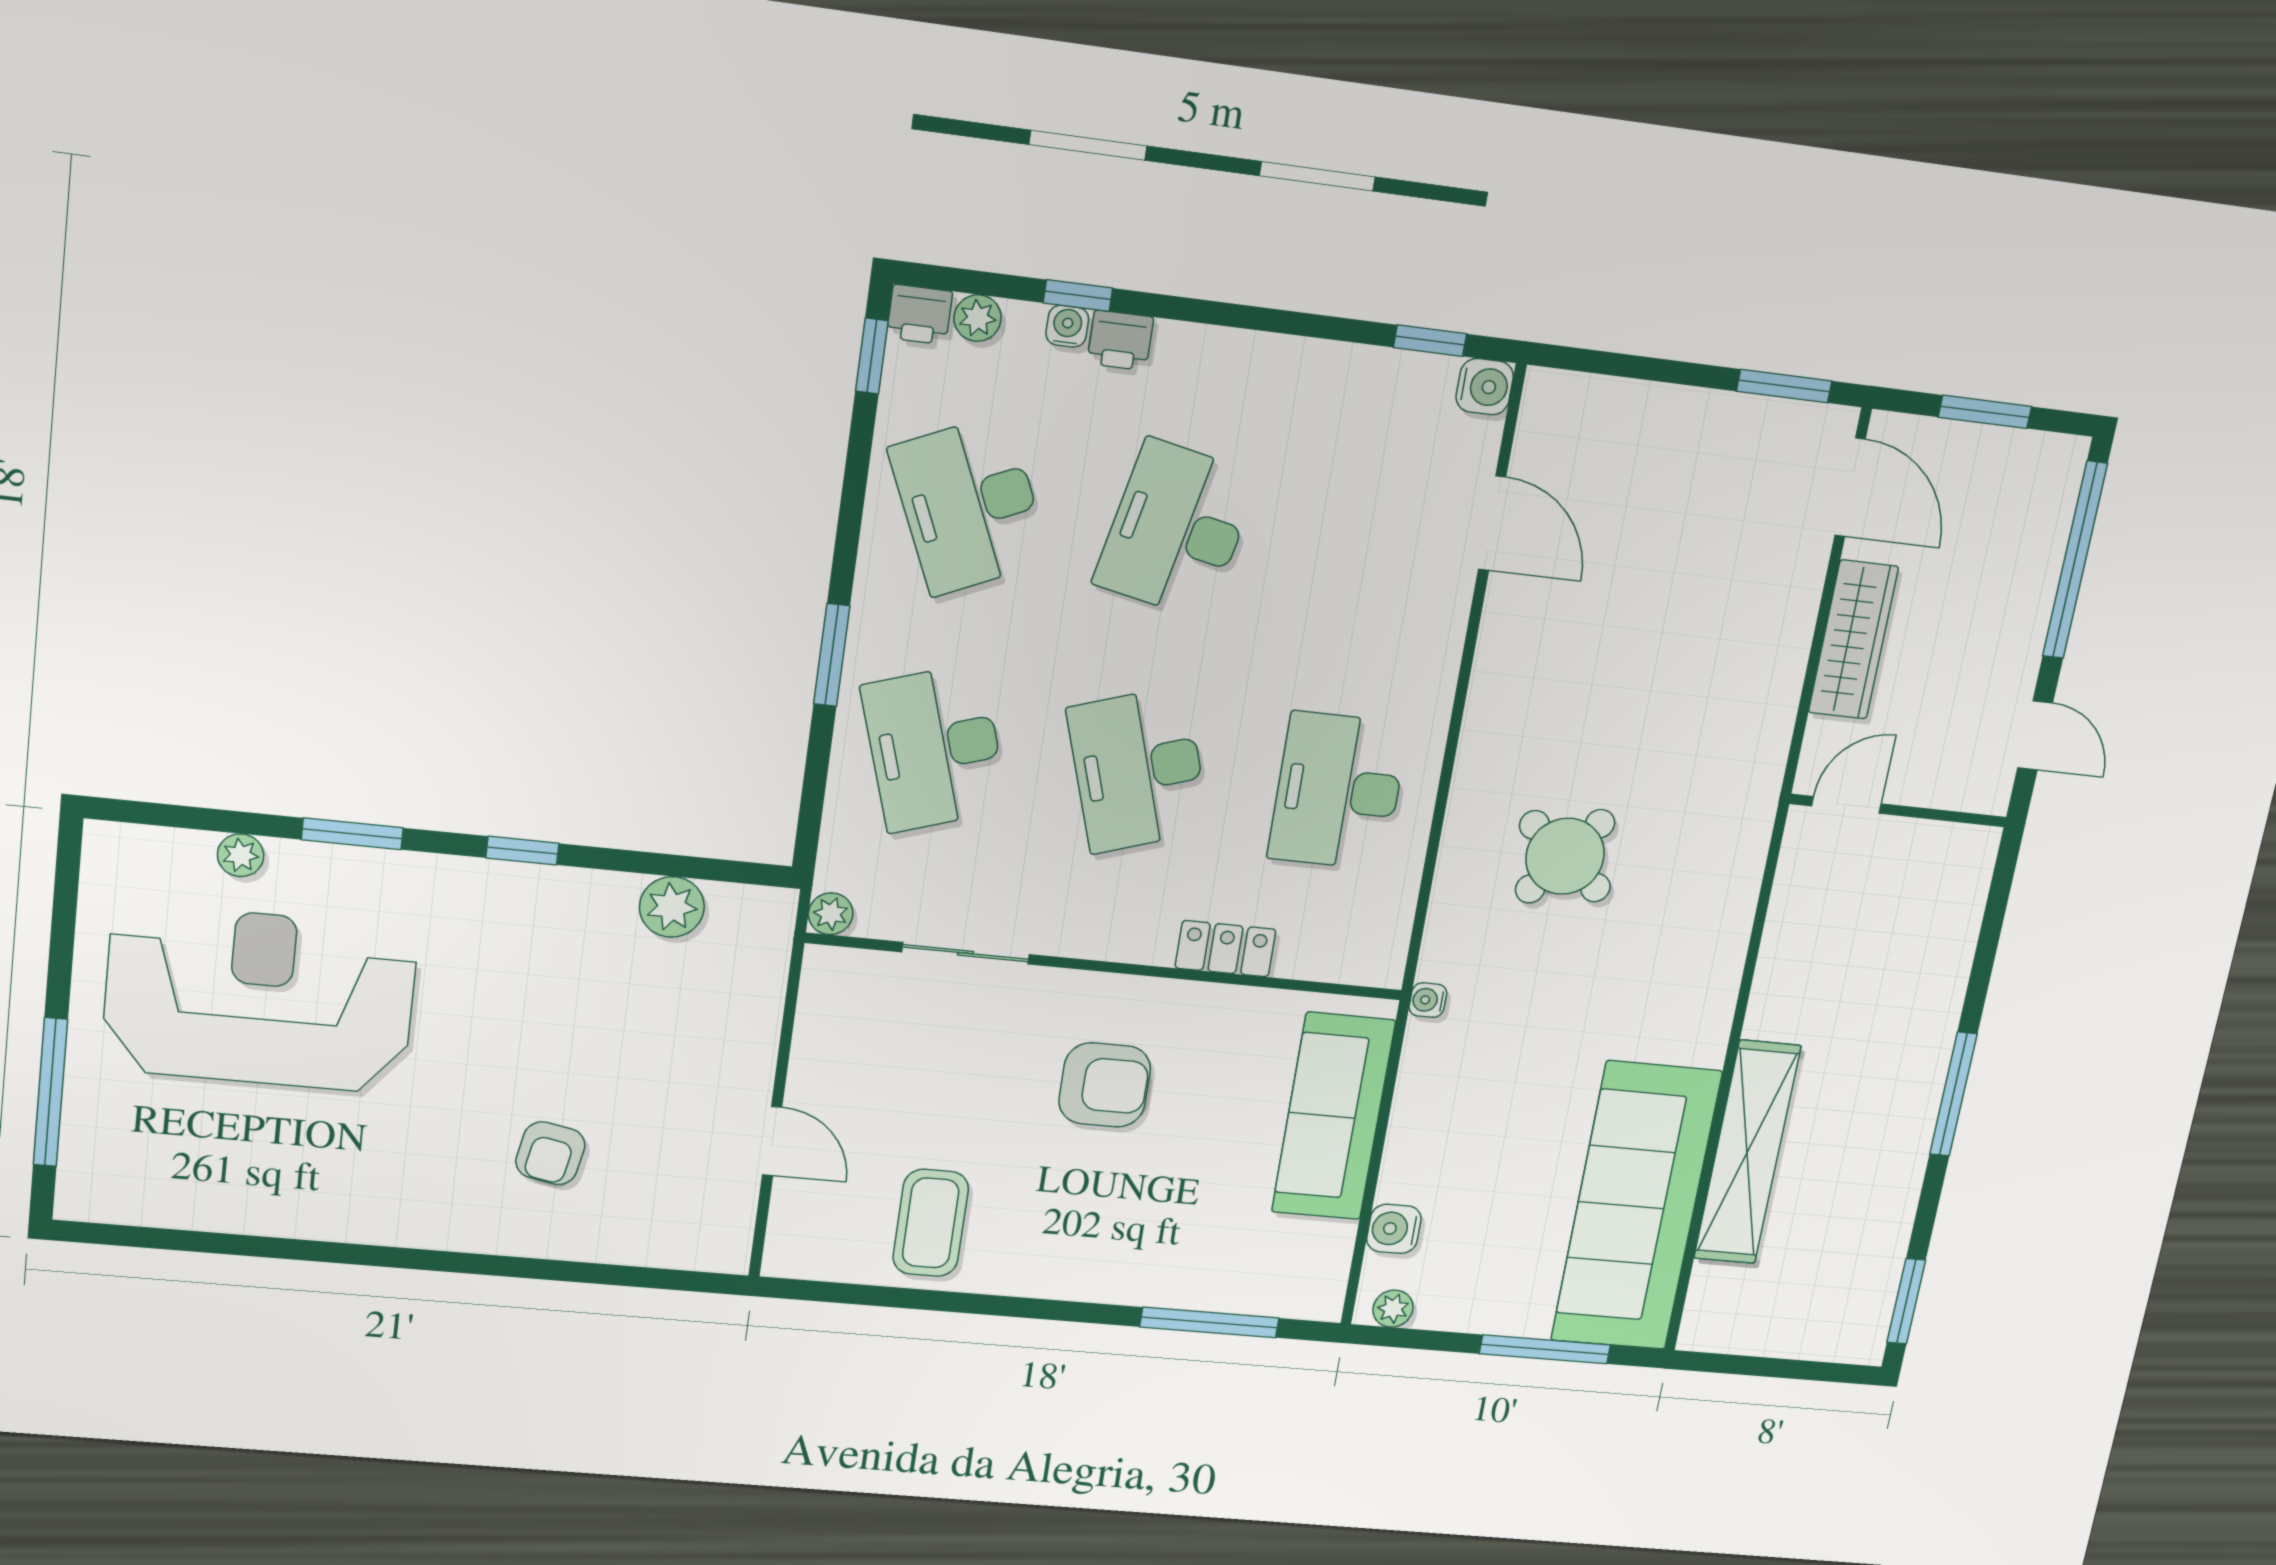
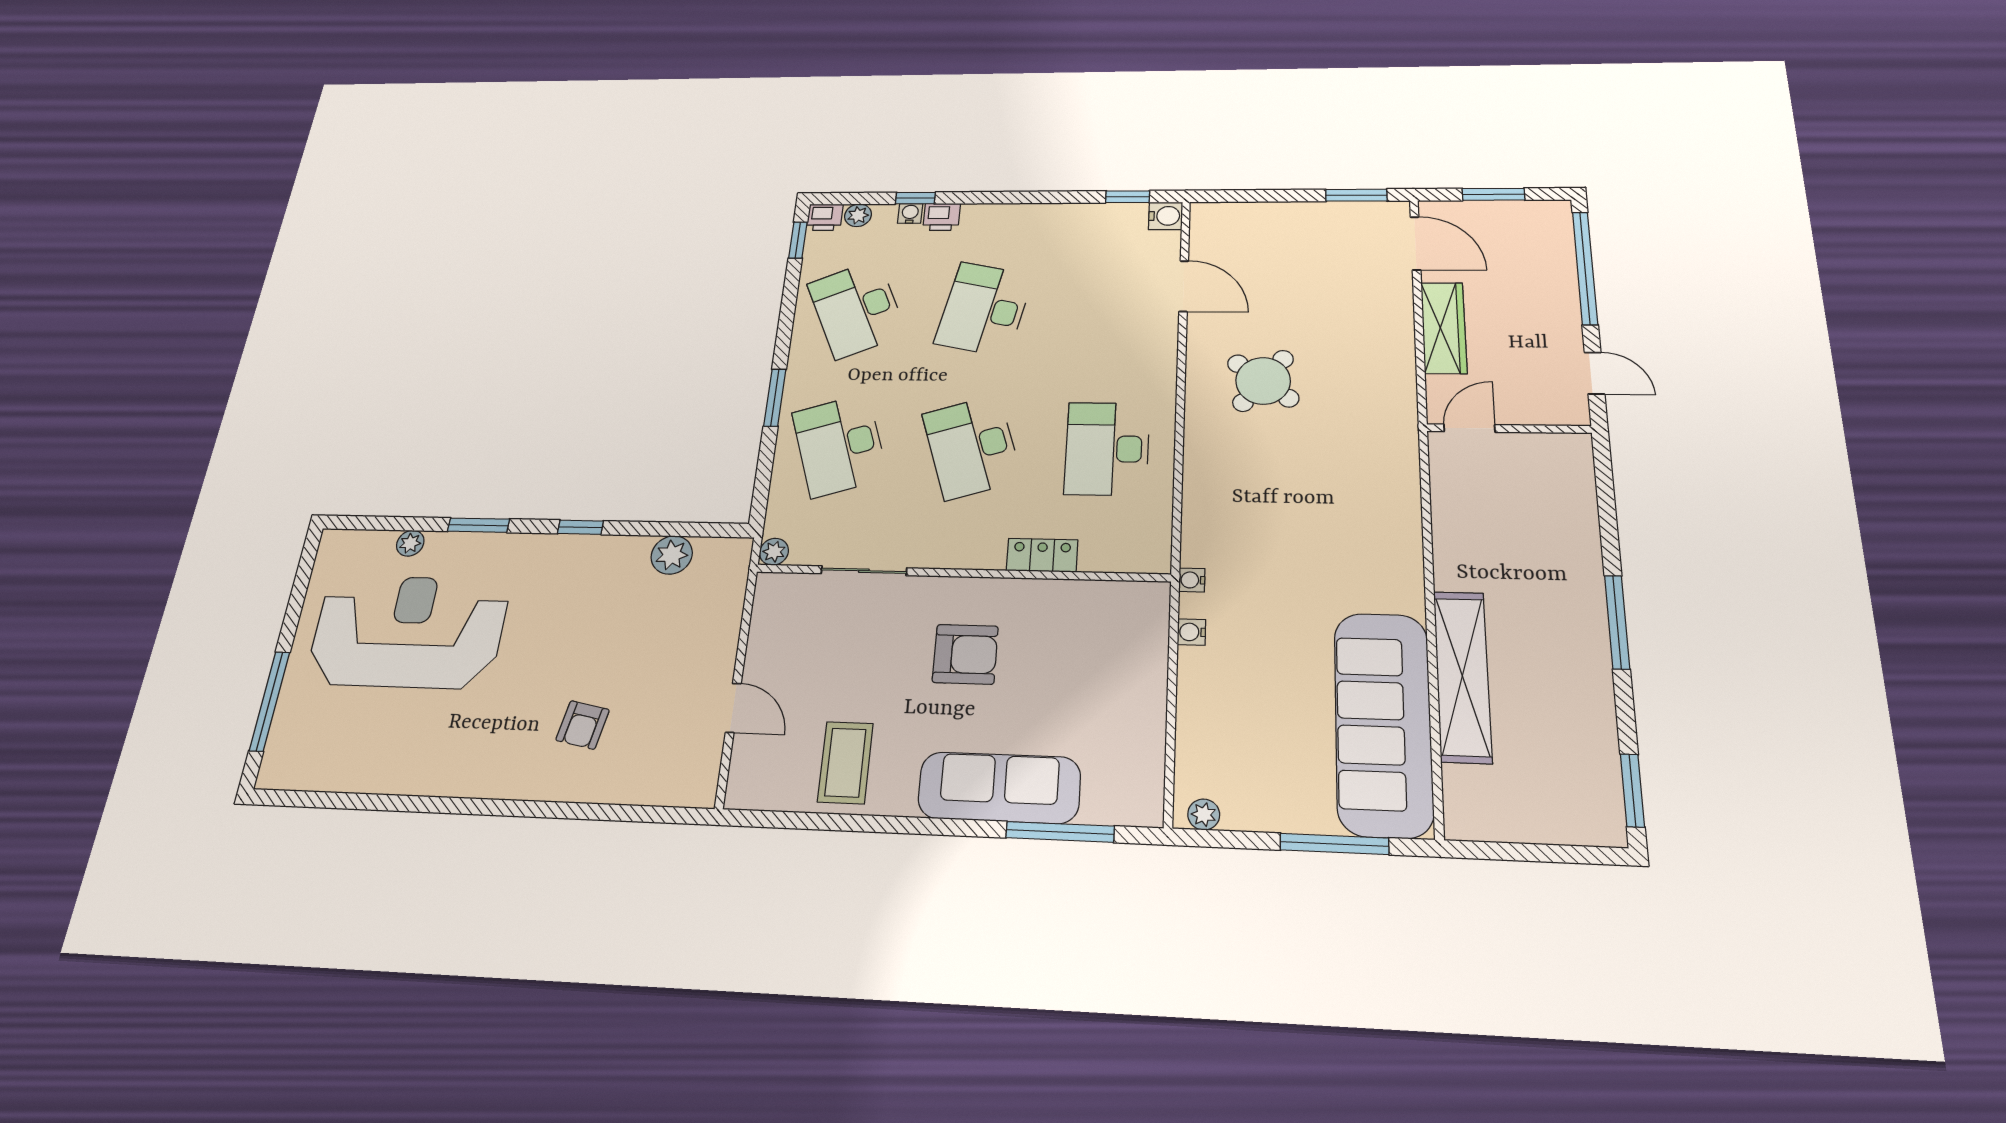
round table: (1565, 856) -> (1263, 381), moved
sofa: (1333, 1116) -> (999, 788), moved, turned 90
water cooler: (1394, 1229) -> (1191, 632), moved, width x0.72, depth x0.72

